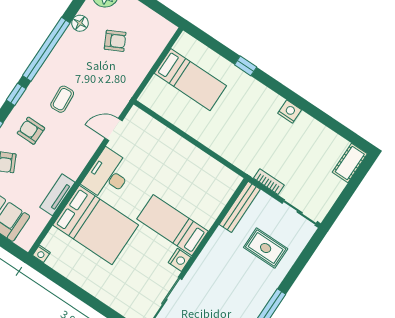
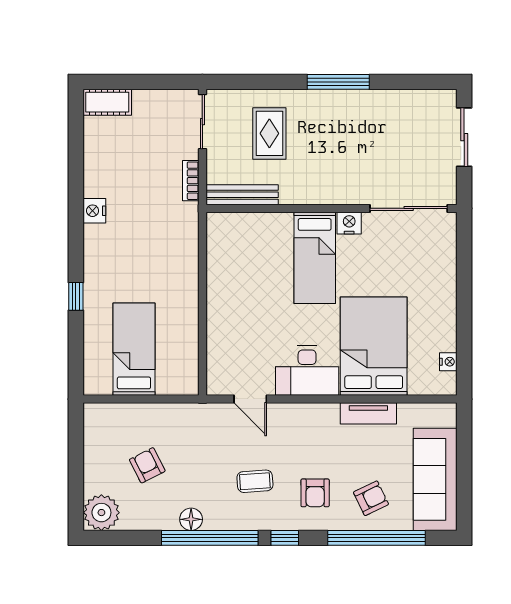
floor lamp: (80, 23) -> (191, 519), moved
nightstand: (41, 254) -> (448, 362), moved

